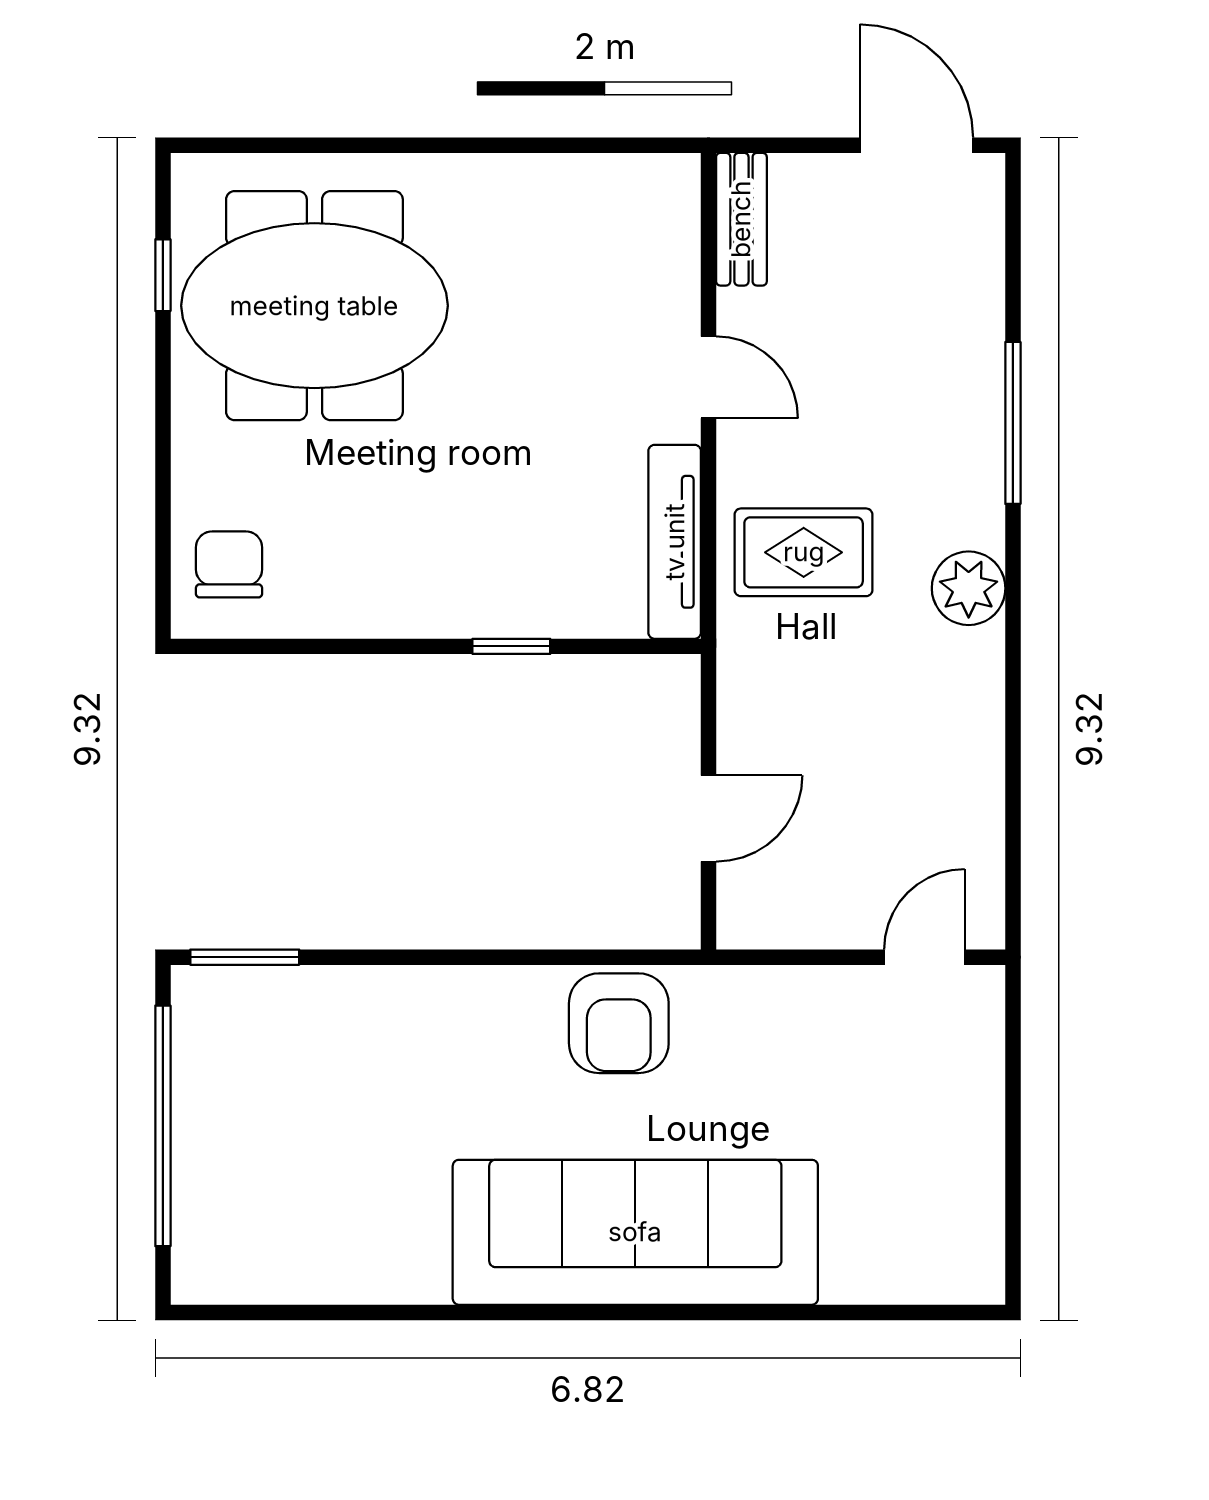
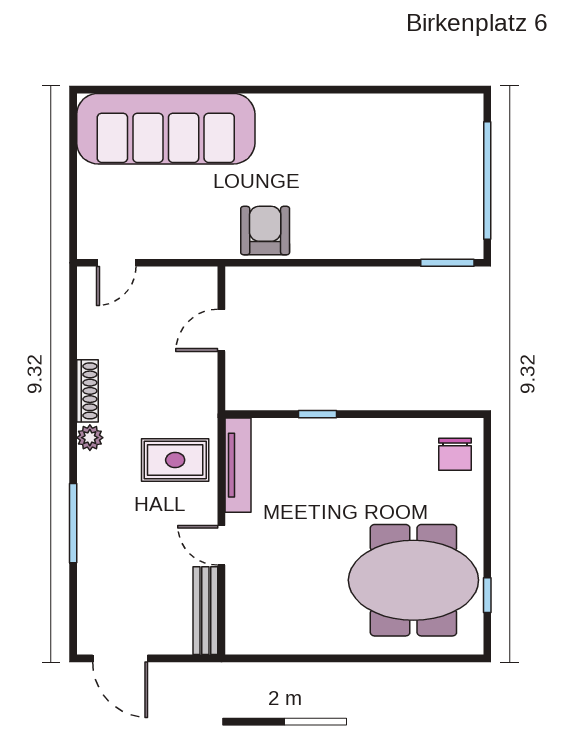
bench: (741, 219) -> (205, 611), width x1.36
plant: (969, 588) -> (90, 438), width x0.73, depth x0.73
shoe rack: (984, 694) -> (87, 391), added
sofa: (635, 1232) -> (166, 129), moved

